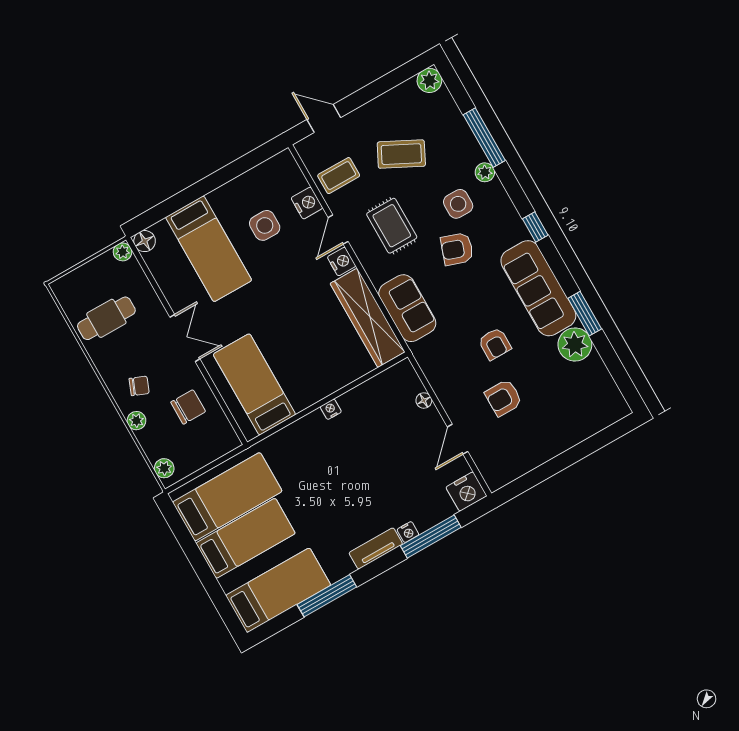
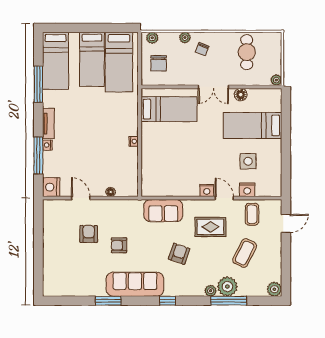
side table: (458, 204) -> (202, 268), removed
floor lamp: (145, 241) -> (241, 95), moved
wardrobe: (368, 318) -> (170, 187), removed
plant: (575, 344) -> (227, 287), moved
chair: (188, 407) -> (159, 63), moved

